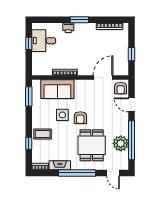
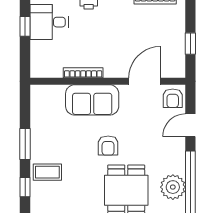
sofa: (57, 89) -> (92, 100), moved
window: (29, 96) -> (25, 144), moved
door: (132, 105) -> (190, 125), hinge flipped
side table: (62, 115) -> (79, 141), removed

